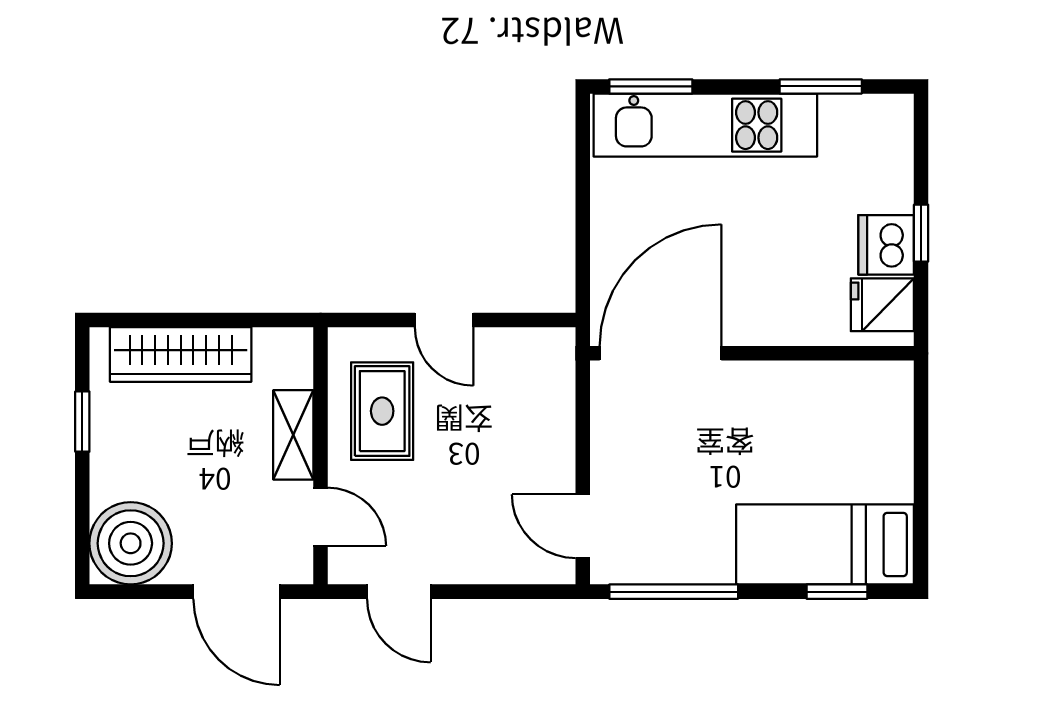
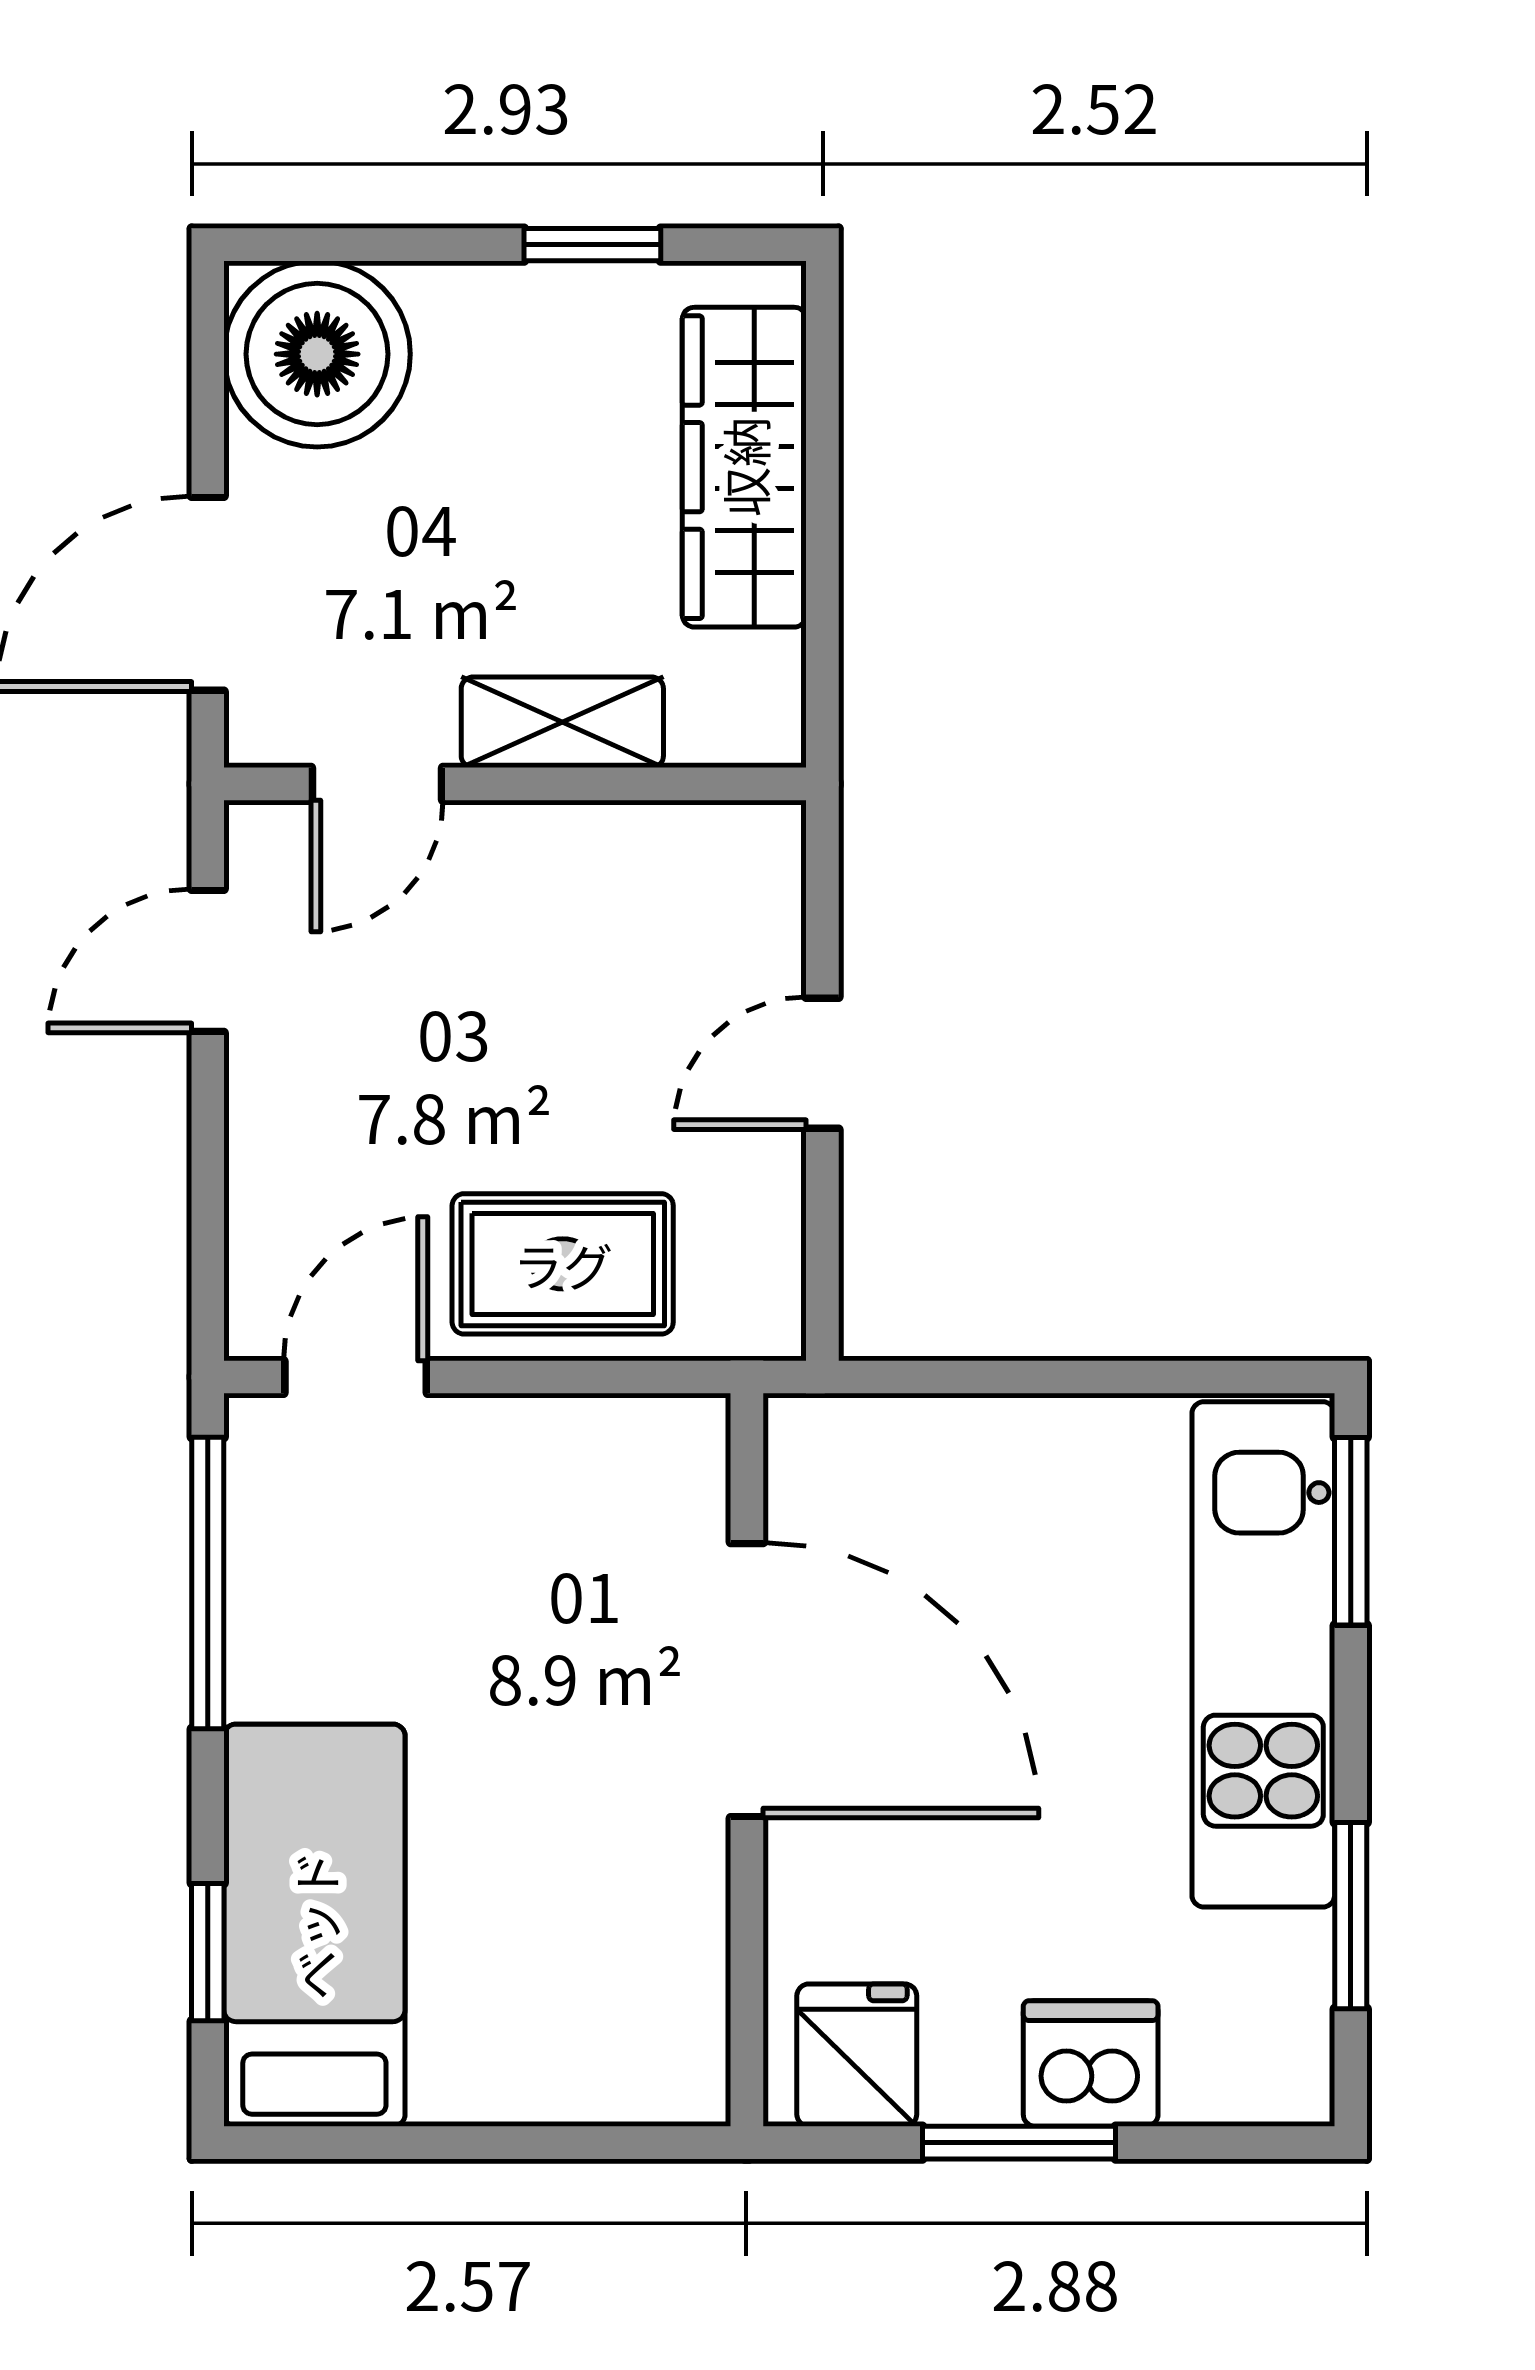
window: (921, 233) -> (1019, 2143), width x1.50
dishwasher: (886, 245) -> (1091, 2063), moved
door: (660, 353) -> (747, 1680), moved
rug: (382, 411) -> (563, 1264), moved

